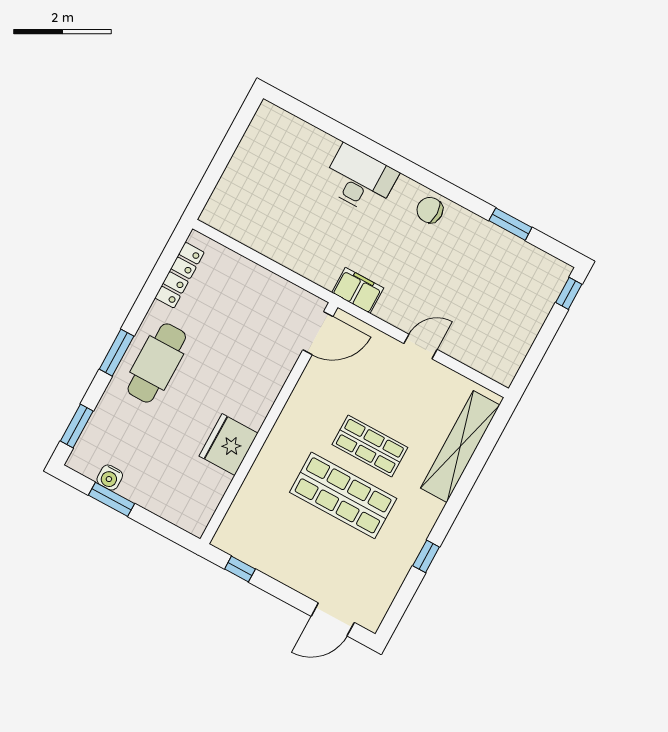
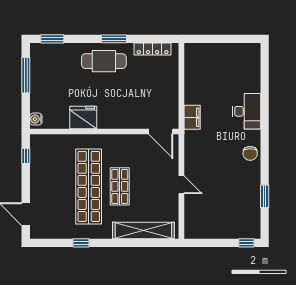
chair: (430, 210) -> (250, 153), turned 180
filing cabinet: (358, 290) -> (192, 117), moved
window: (117, 353) -> (114, 39), moved
water cooler: (110, 478) -> (36, 119), moved
shop shelf: (343, 495) -> (89, 186), width x1.40
window: (111, 499) -> (26, 75), width x1.44

